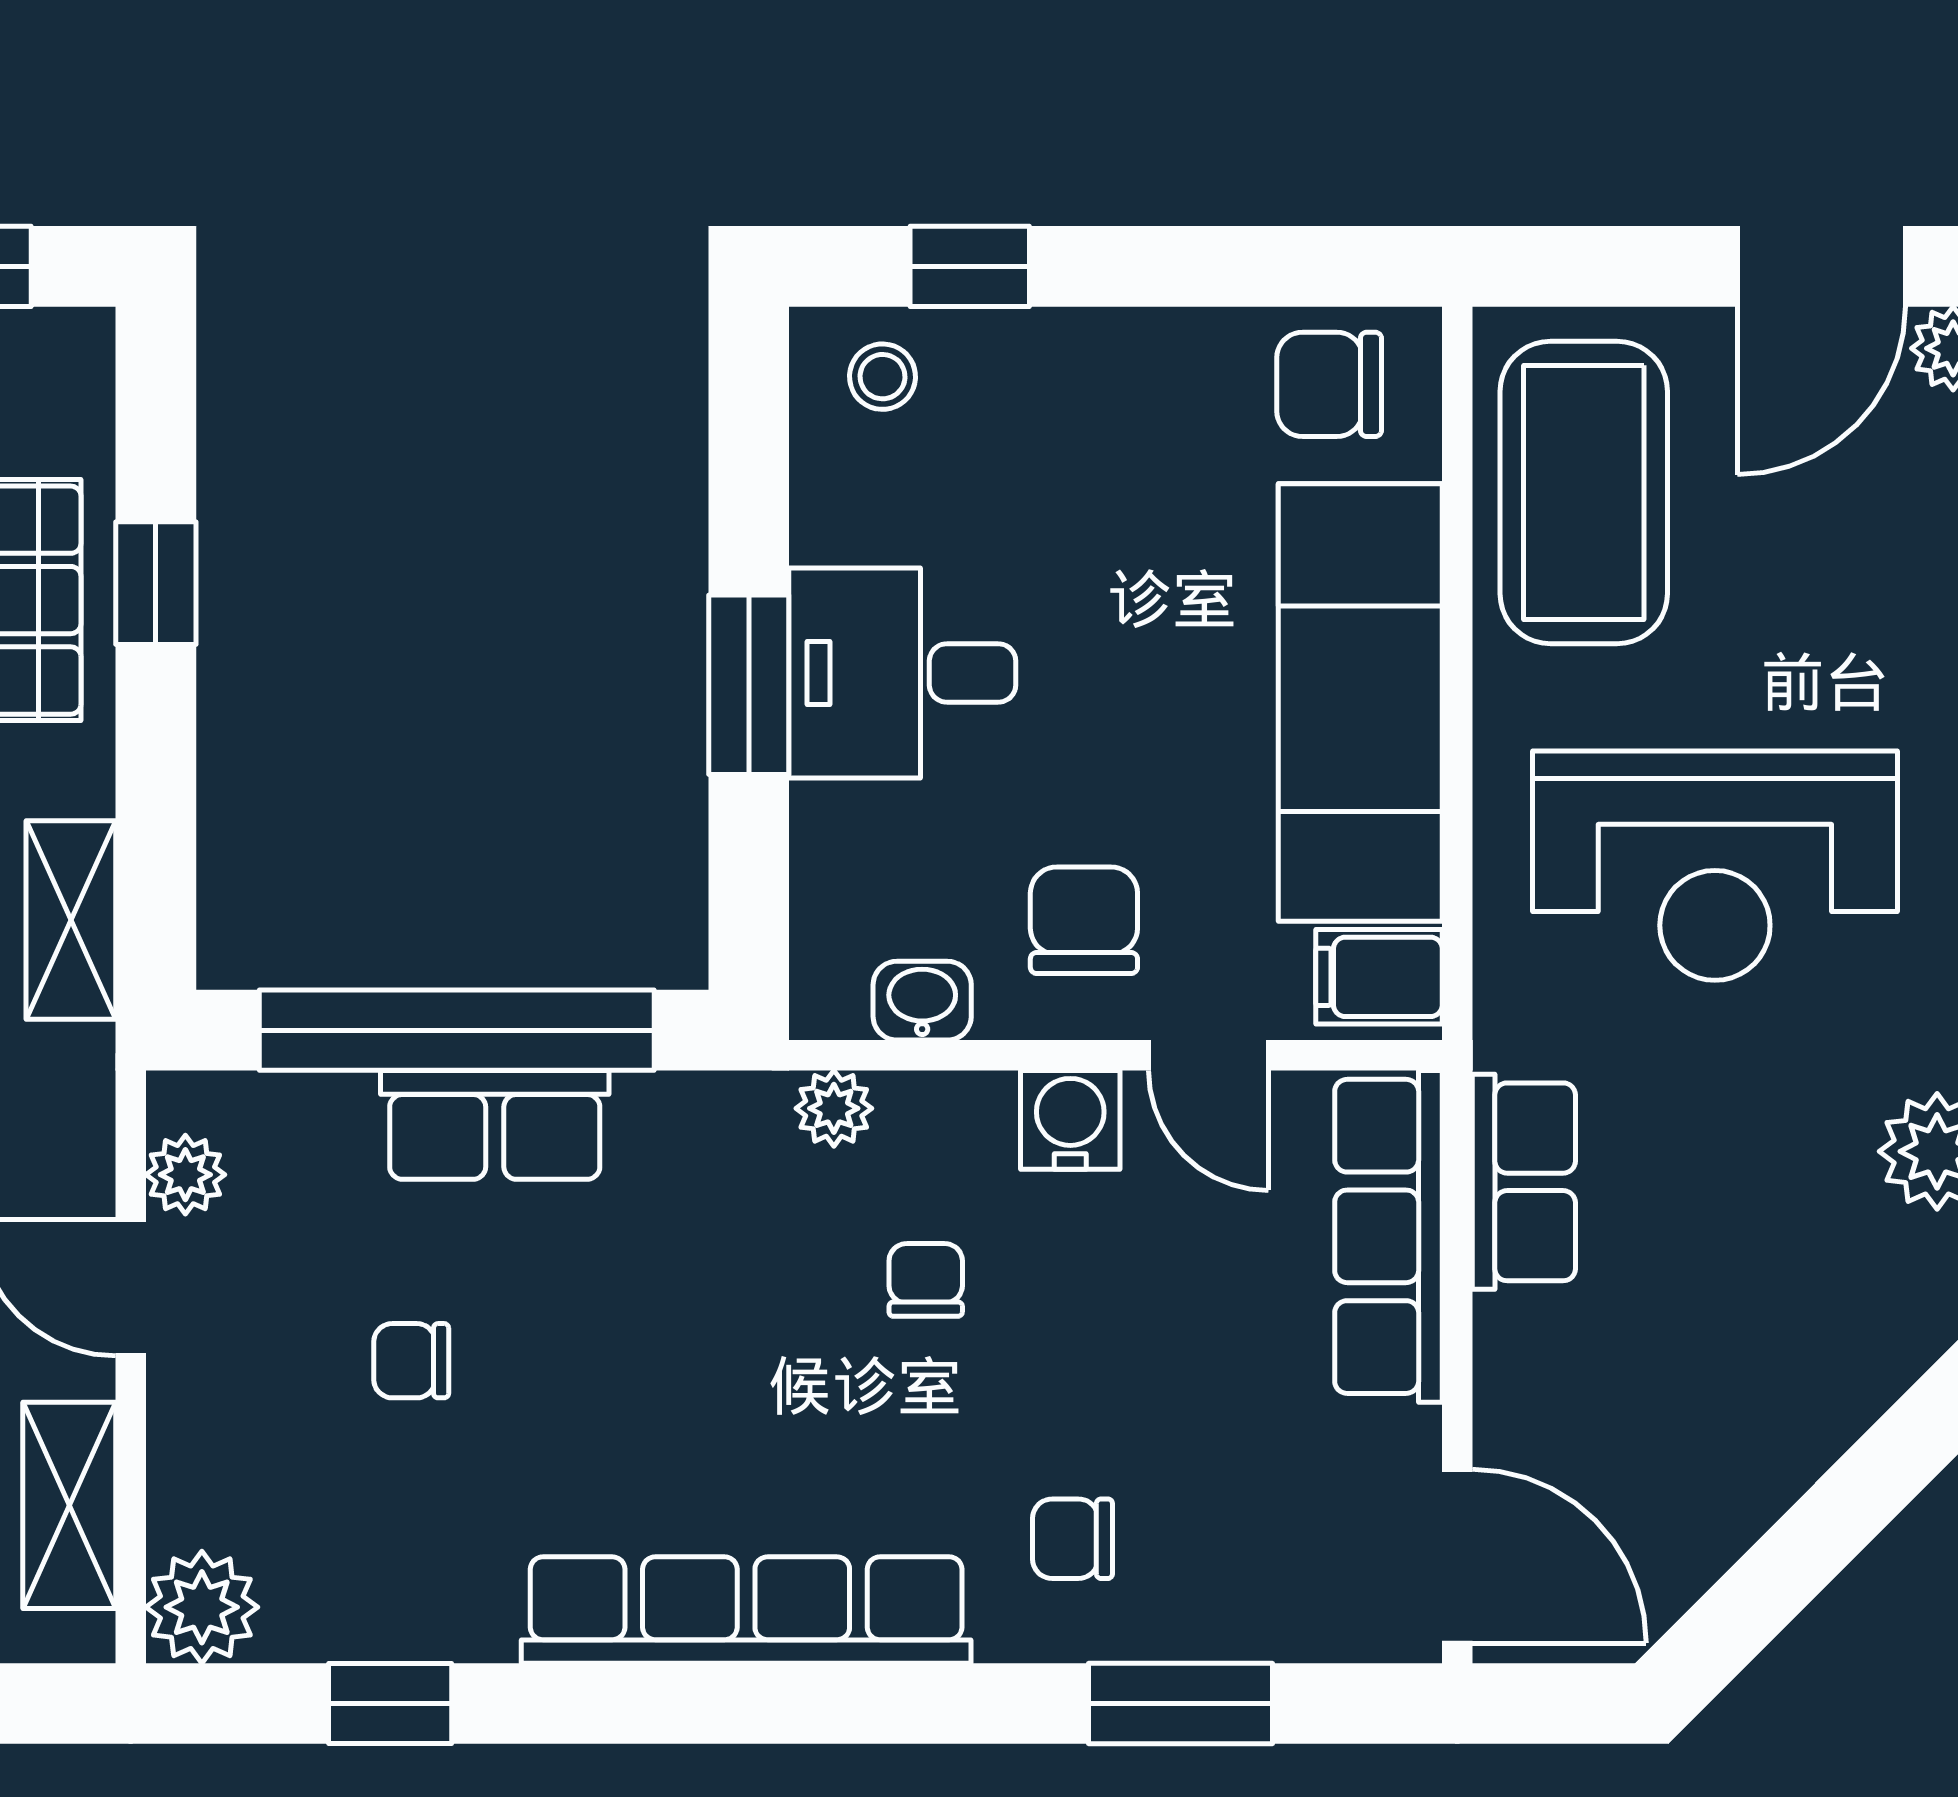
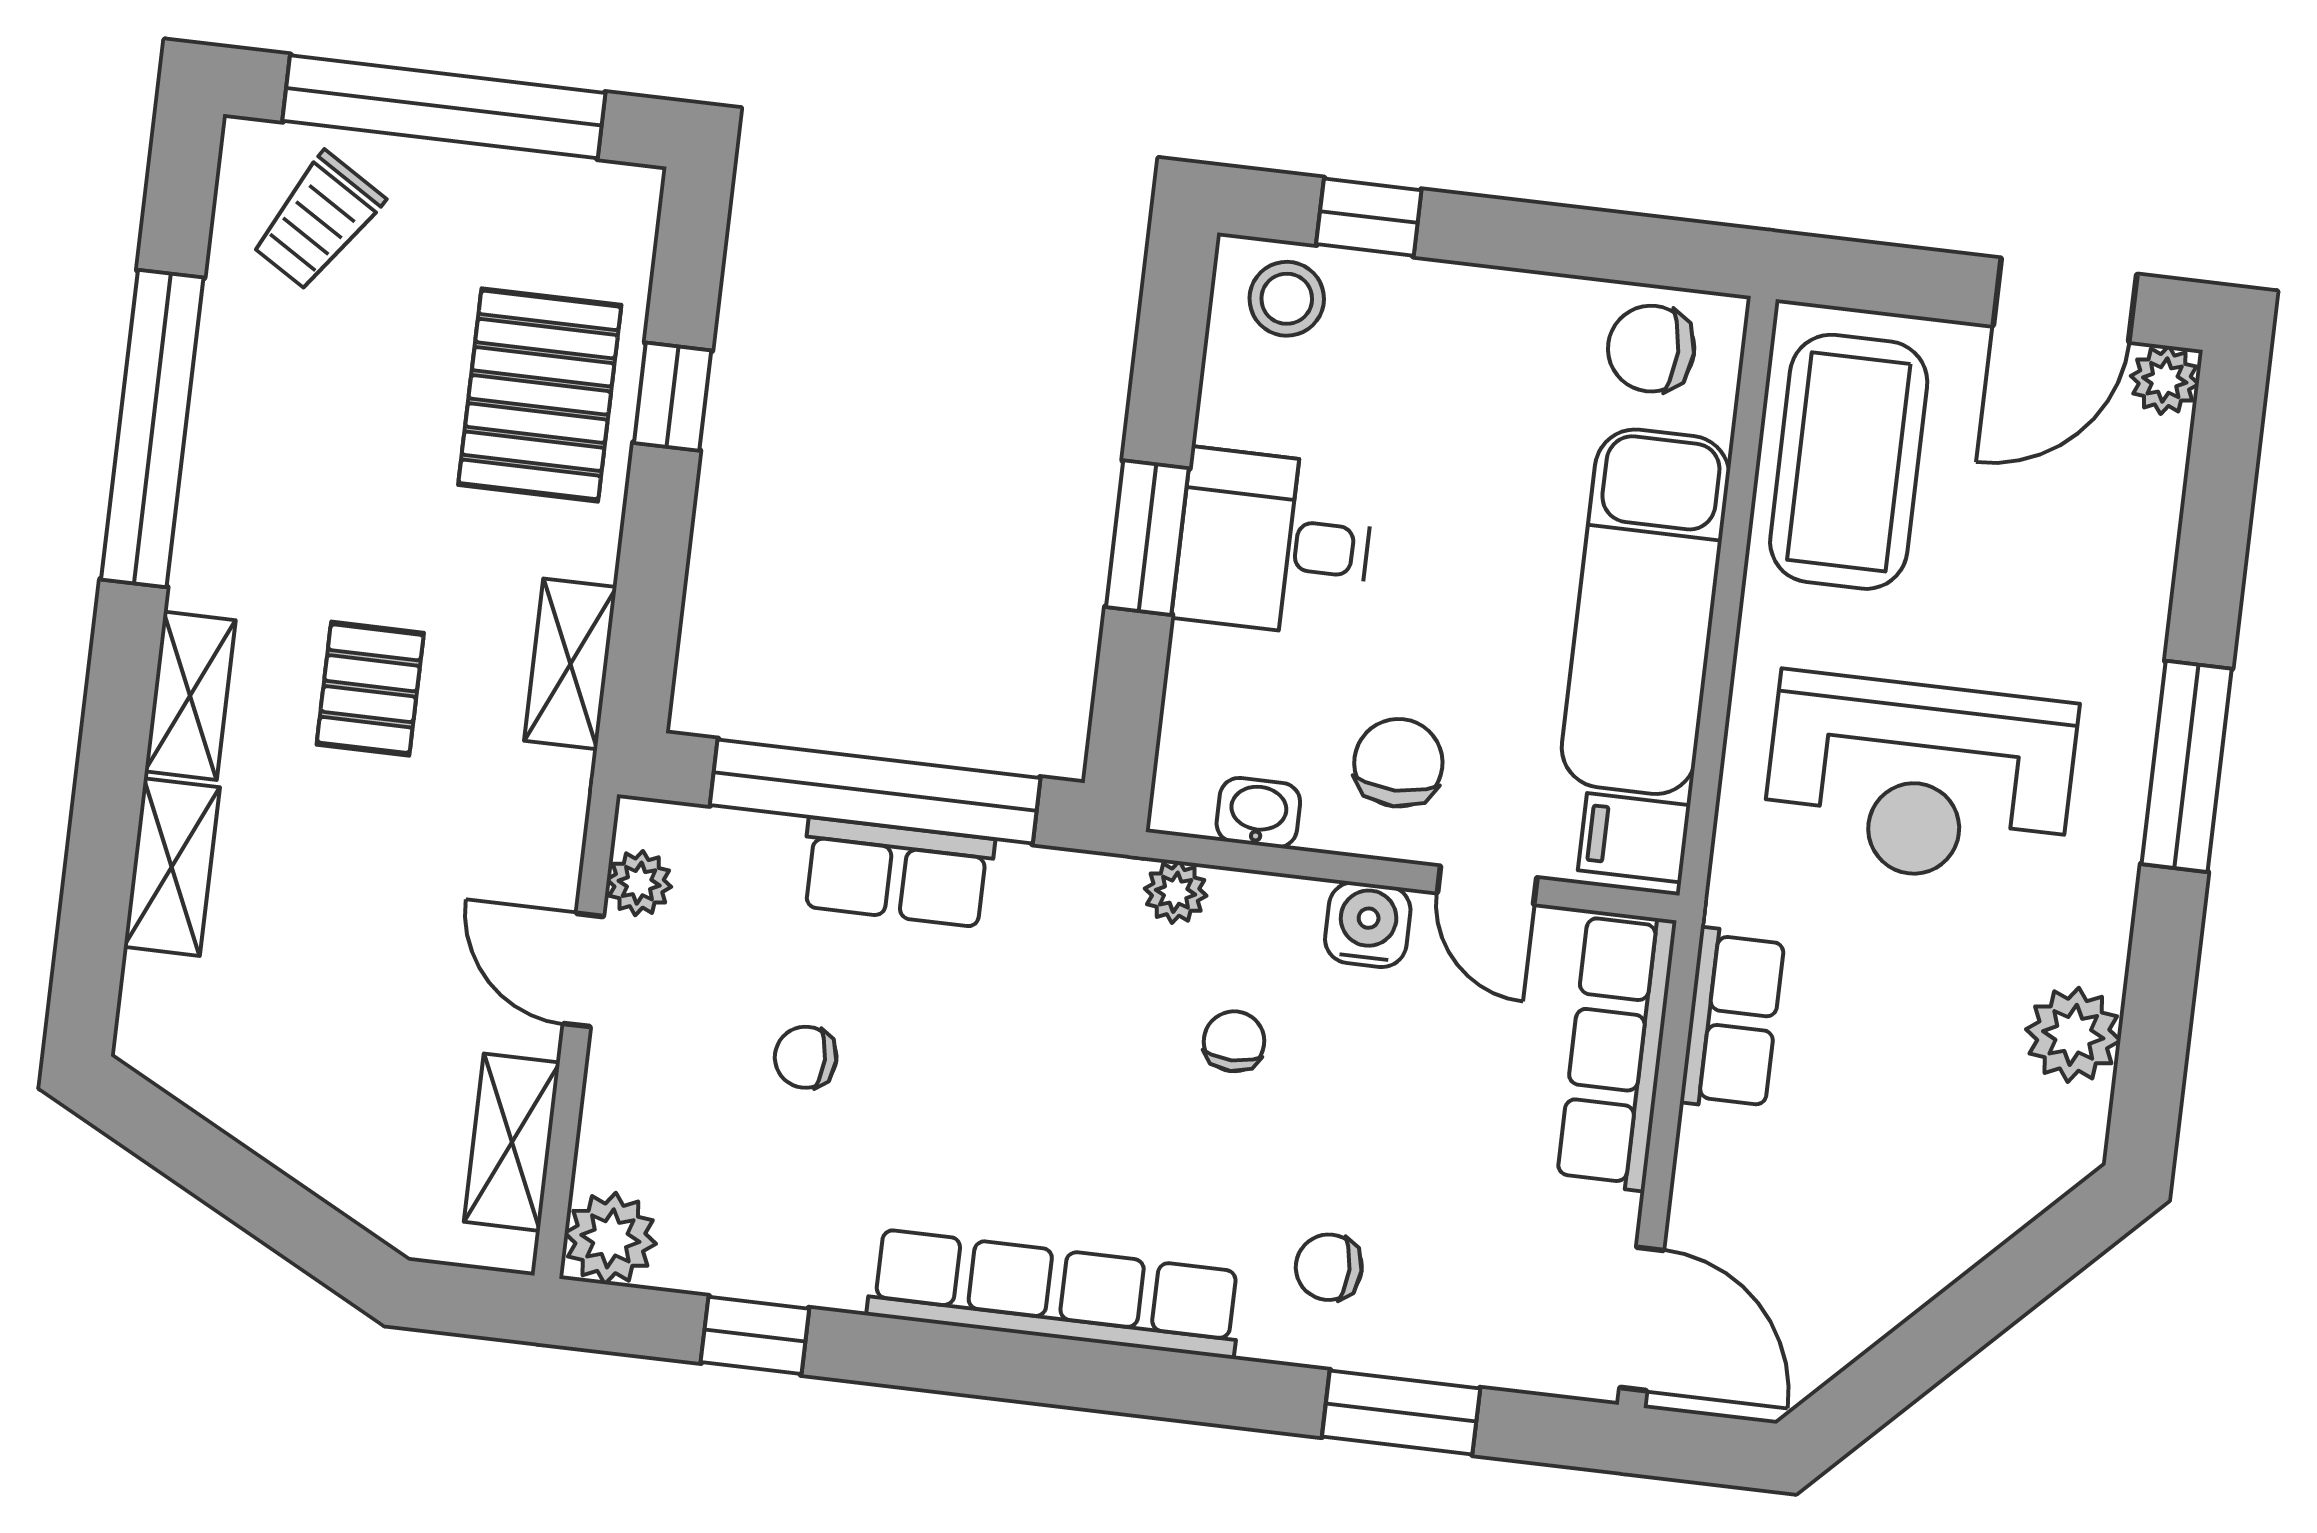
stool: (883, 377) -> (1287, 299), width x1.37, depth x1.37

